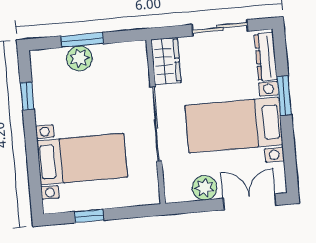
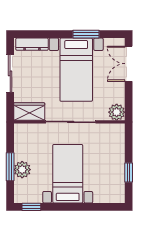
window: (27, 96) -> (31, 207), moved
window: (284, 96) -> (86, 34), moved
bed with nightstands: (82, 159) -> (68, 174), moved
plant: (205, 188) -> (117, 112), moved

